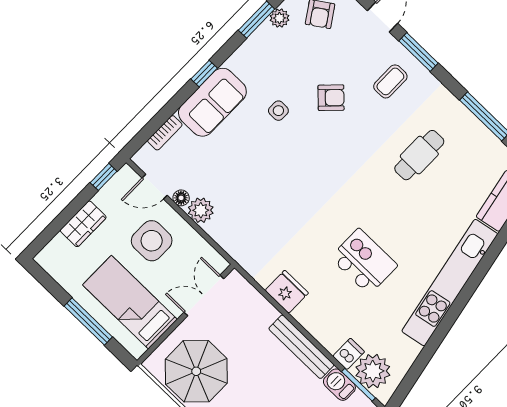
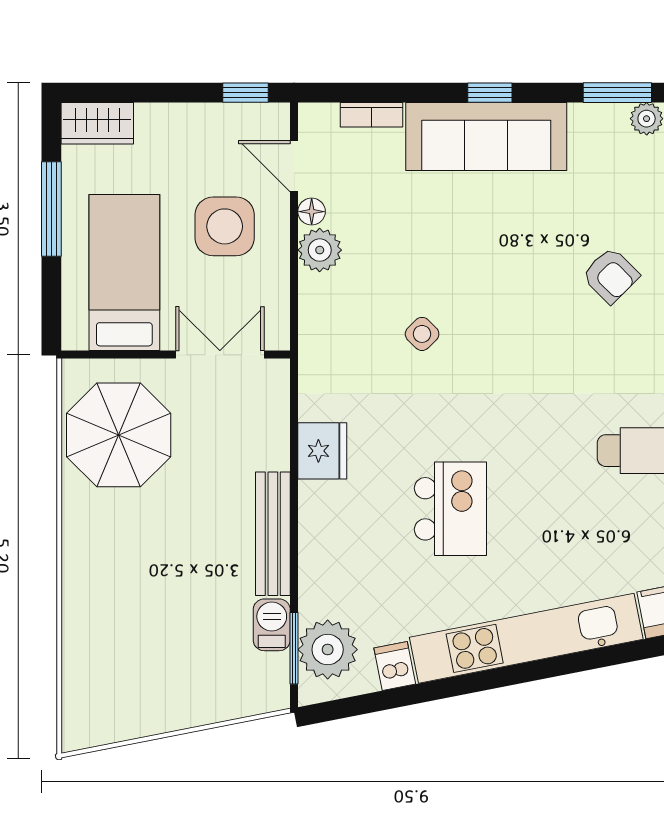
sofa: (212, 102) -> (486, 136), width x1.36
side table: (278, 111) -> (422, 334), moved, turned 45
wardrobe: (83, 224) -> (97, 123), moved
window: (88, 322) -> (51, 209), moved
dishwasher: (349, 354) -> (395, 666), moved, turned -101

